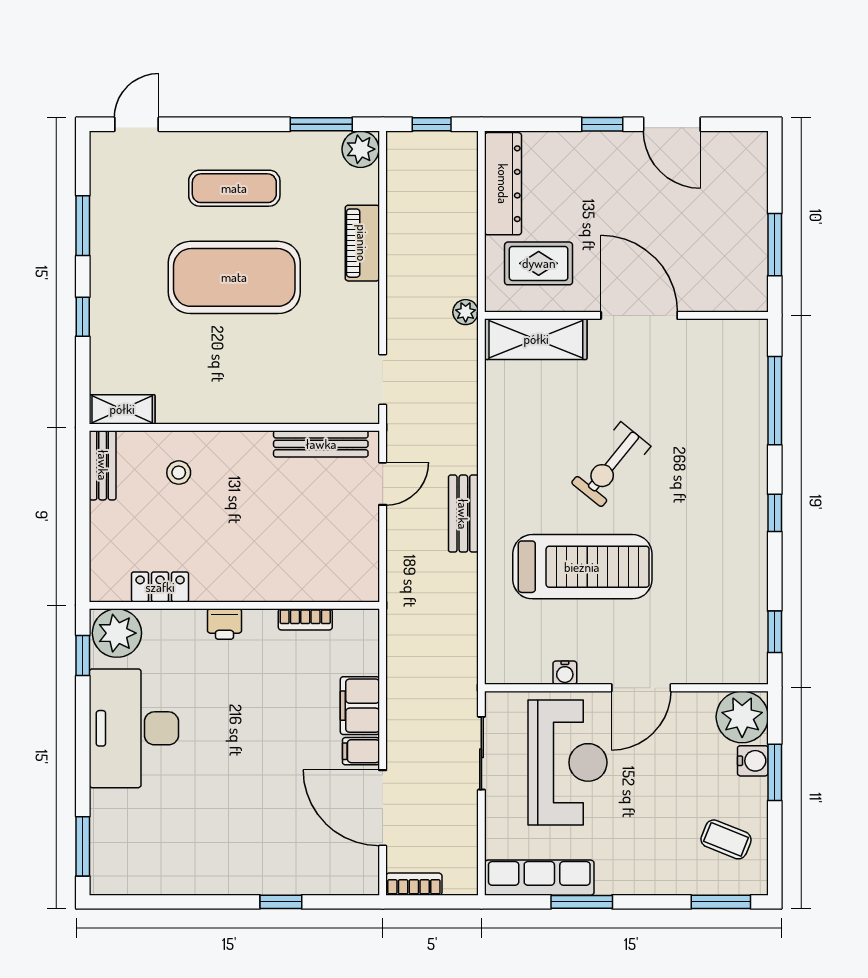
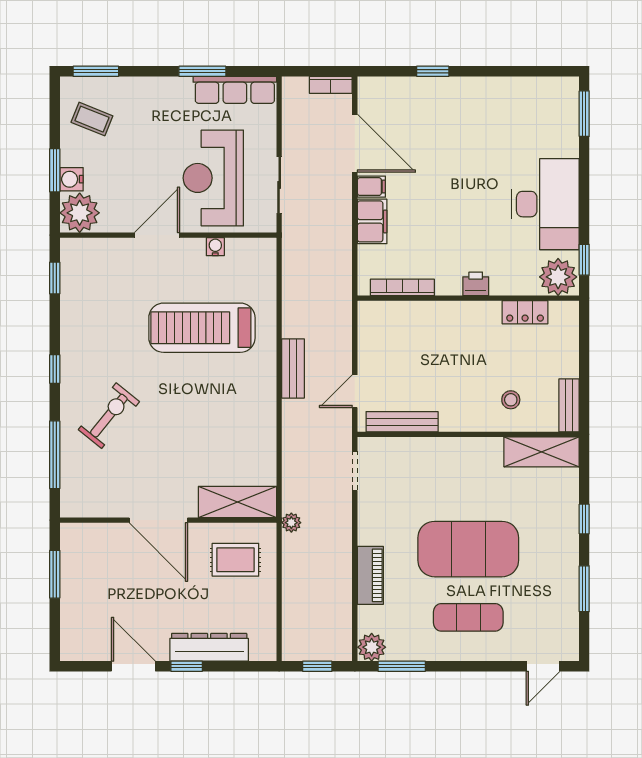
dresser: (503, 184) -> (209, 647), moved, turned 90
shelving: (122, 409) -> (542, 452), width x1.50, depth x1.33
exercise bike: (611, 465) -> (109, 416), moved
bookcase: (305, 619) -> (402, 287), width x1.56

